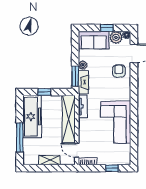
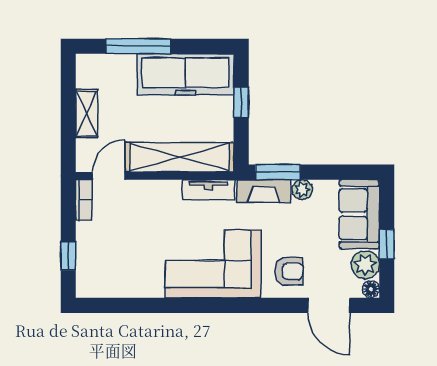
corner sofa: (116, 122) -> (213, 264), moved

